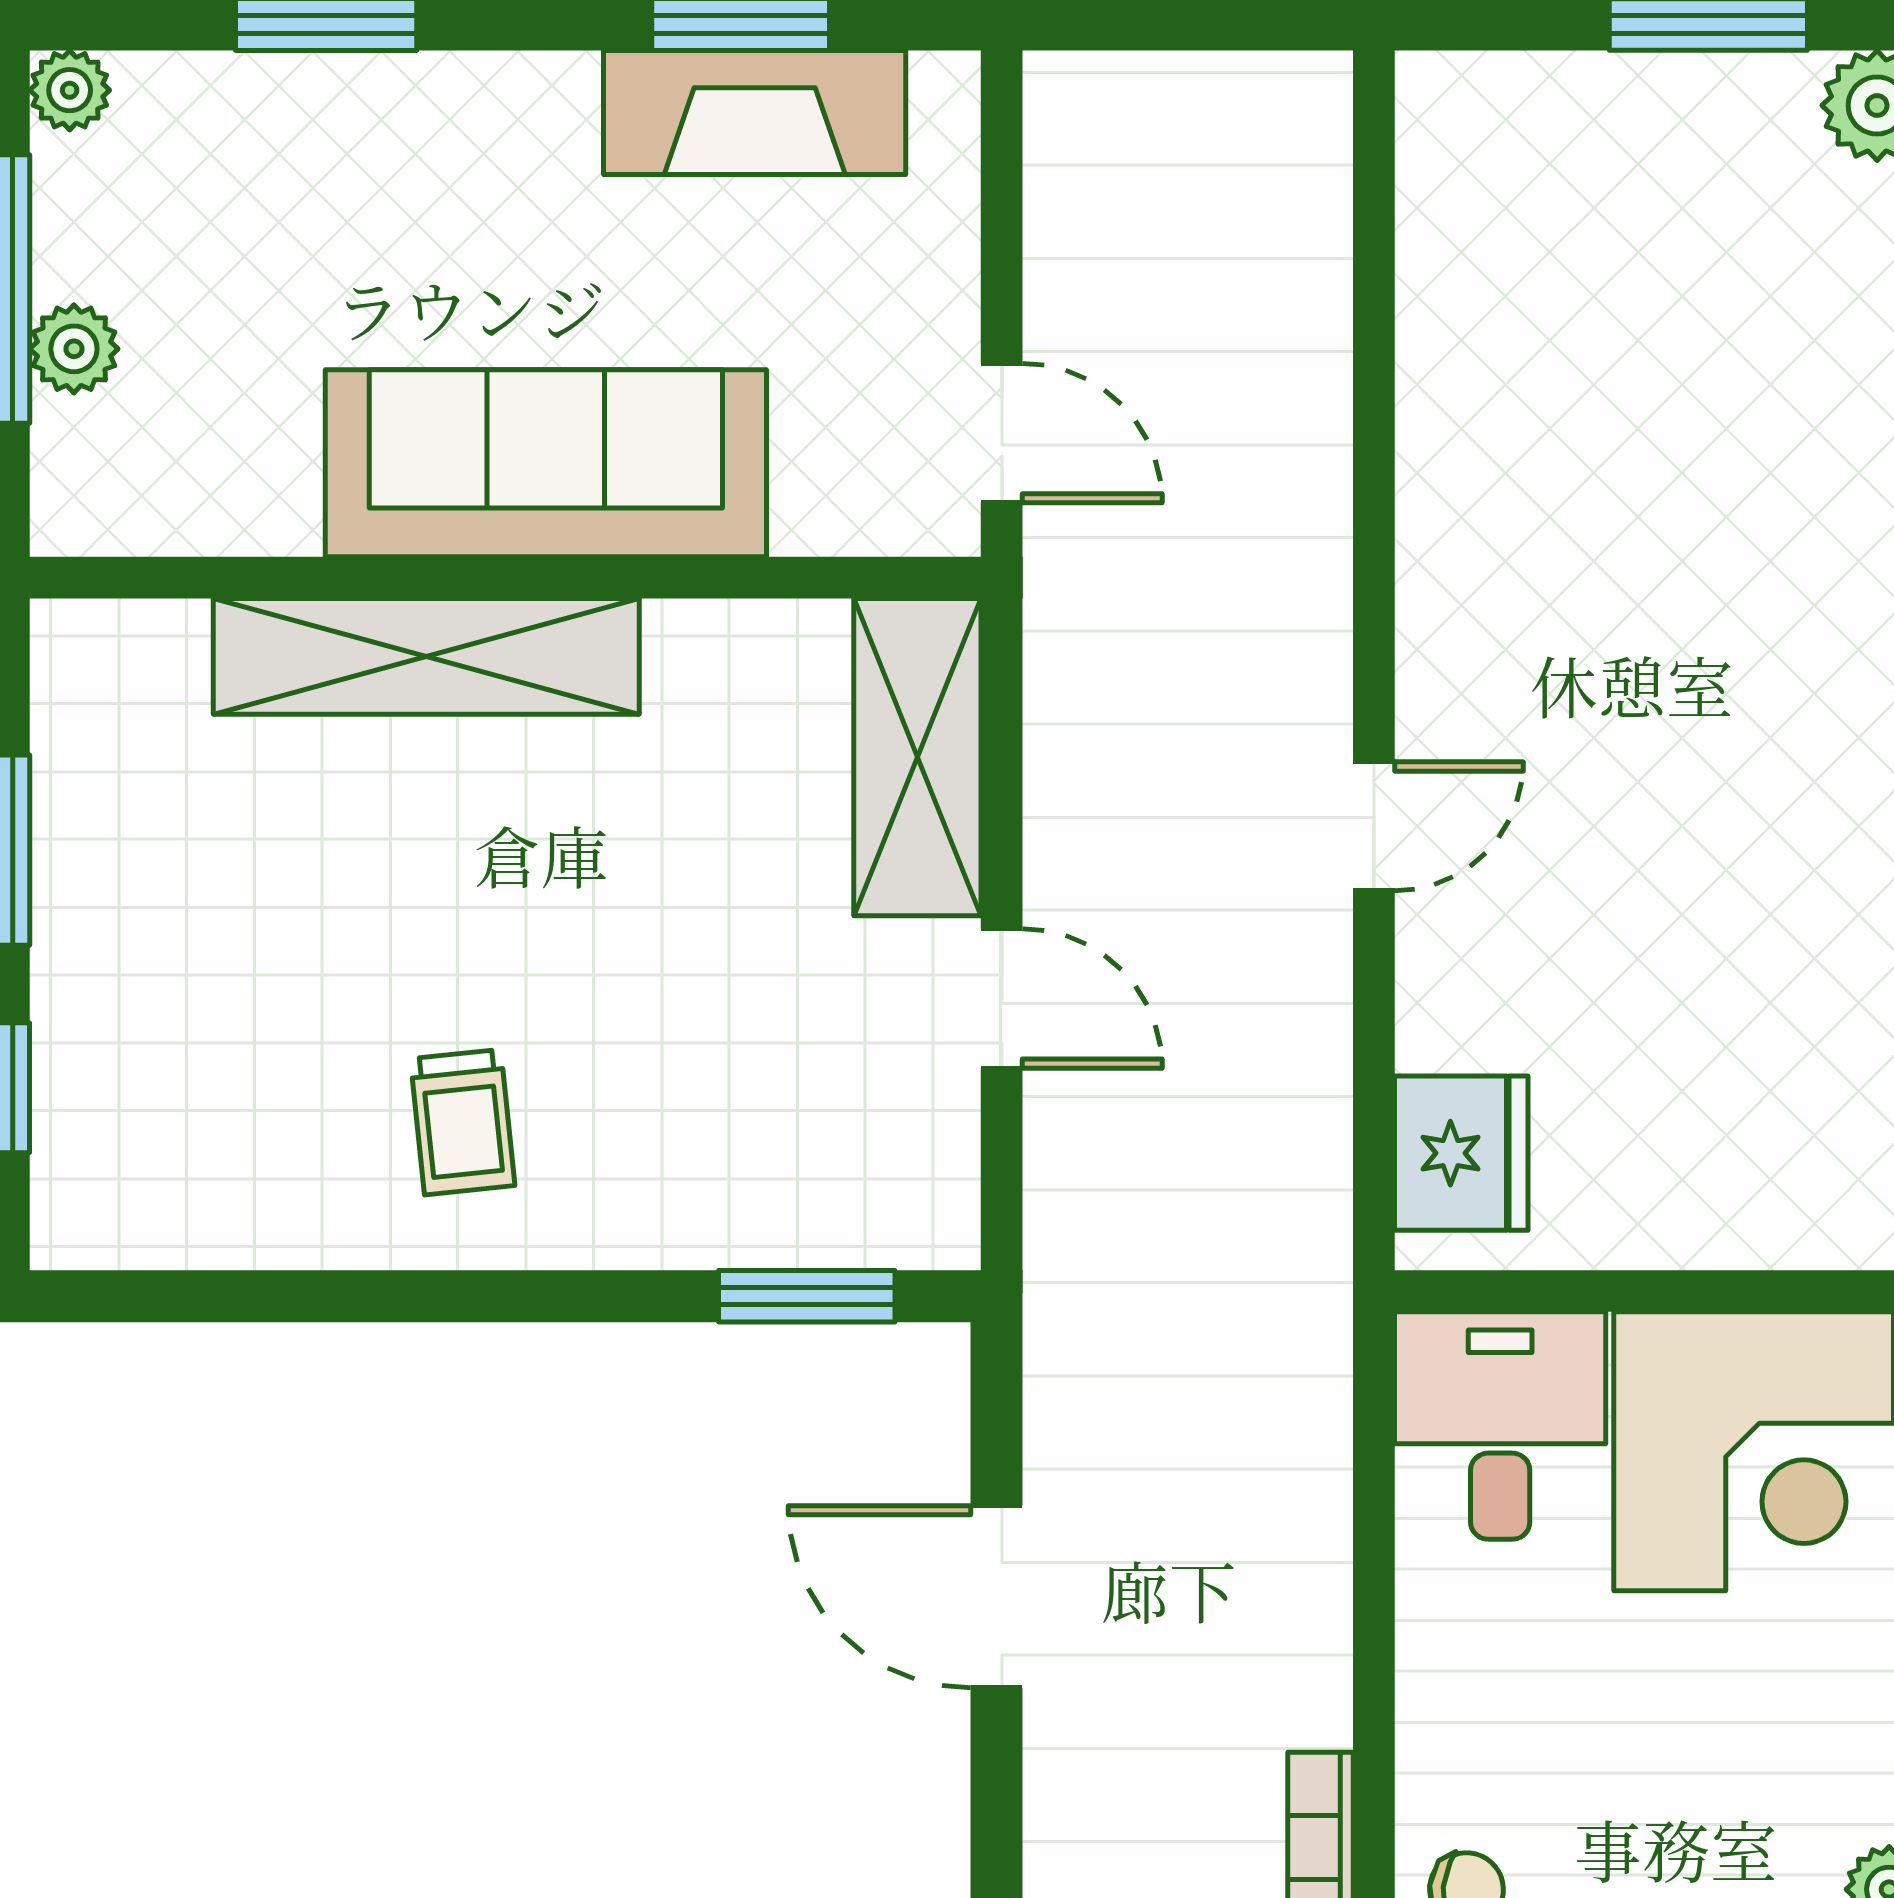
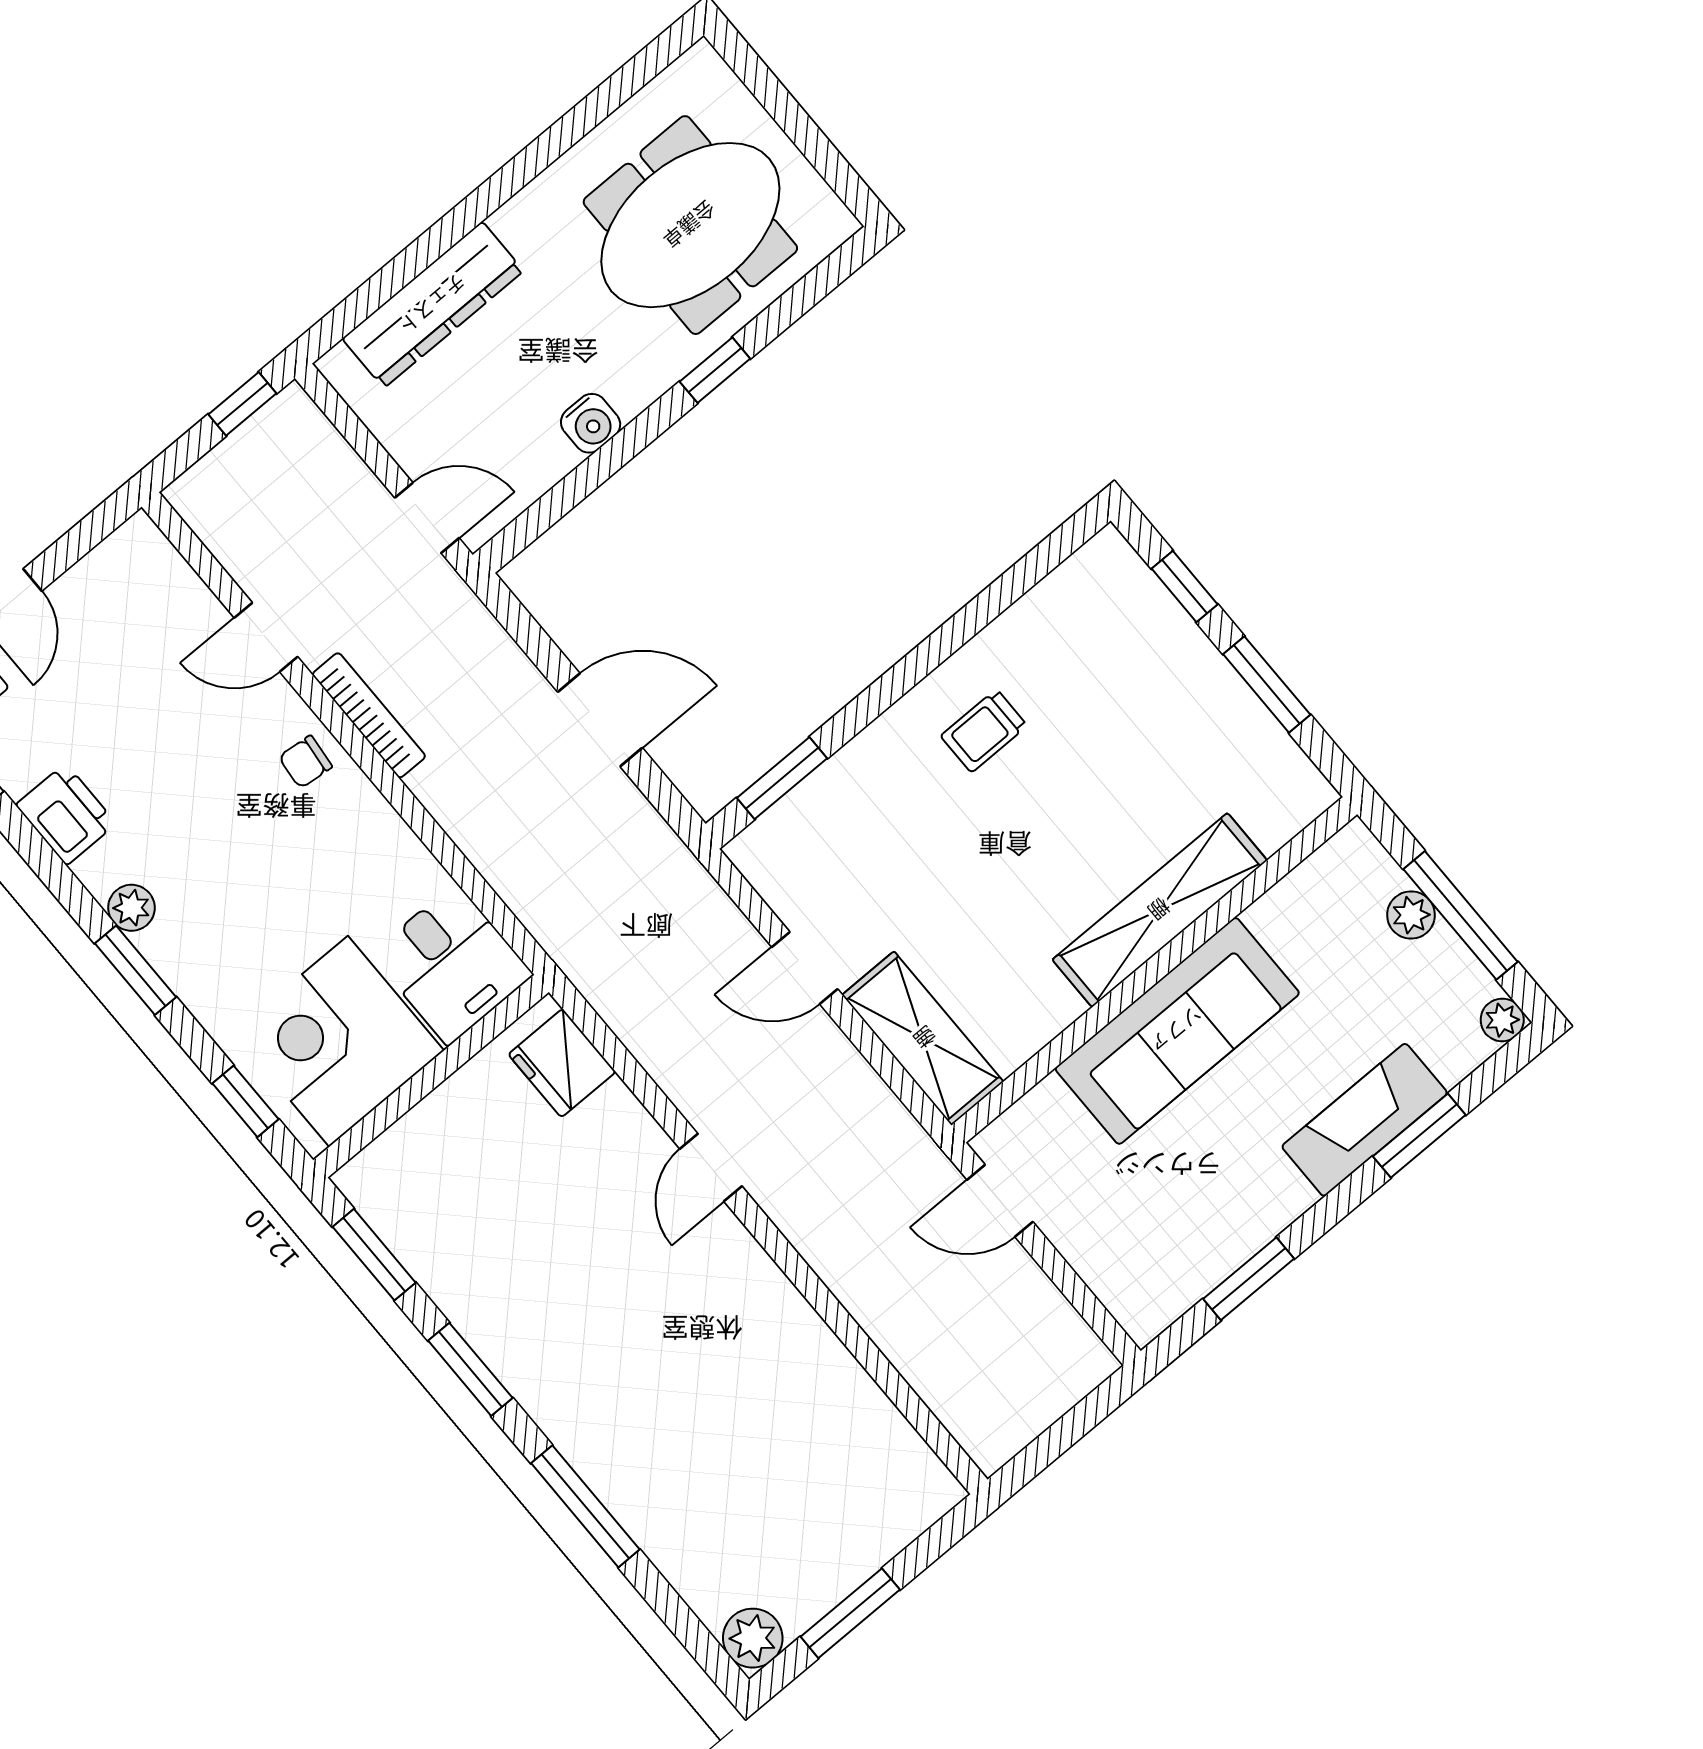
fireplace: (755, 112) -> (1365, 1120), moved
trolley: (463, 1122) -> (984, 731), turned -84

